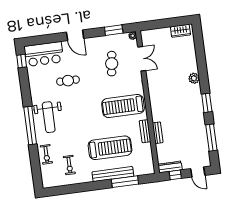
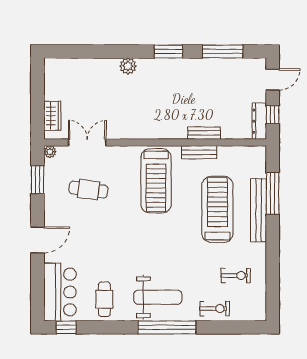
wardrobe: (180, 31) -> (52, 116), moved
cafe table: (68, 81) -> (104, 299), moved

